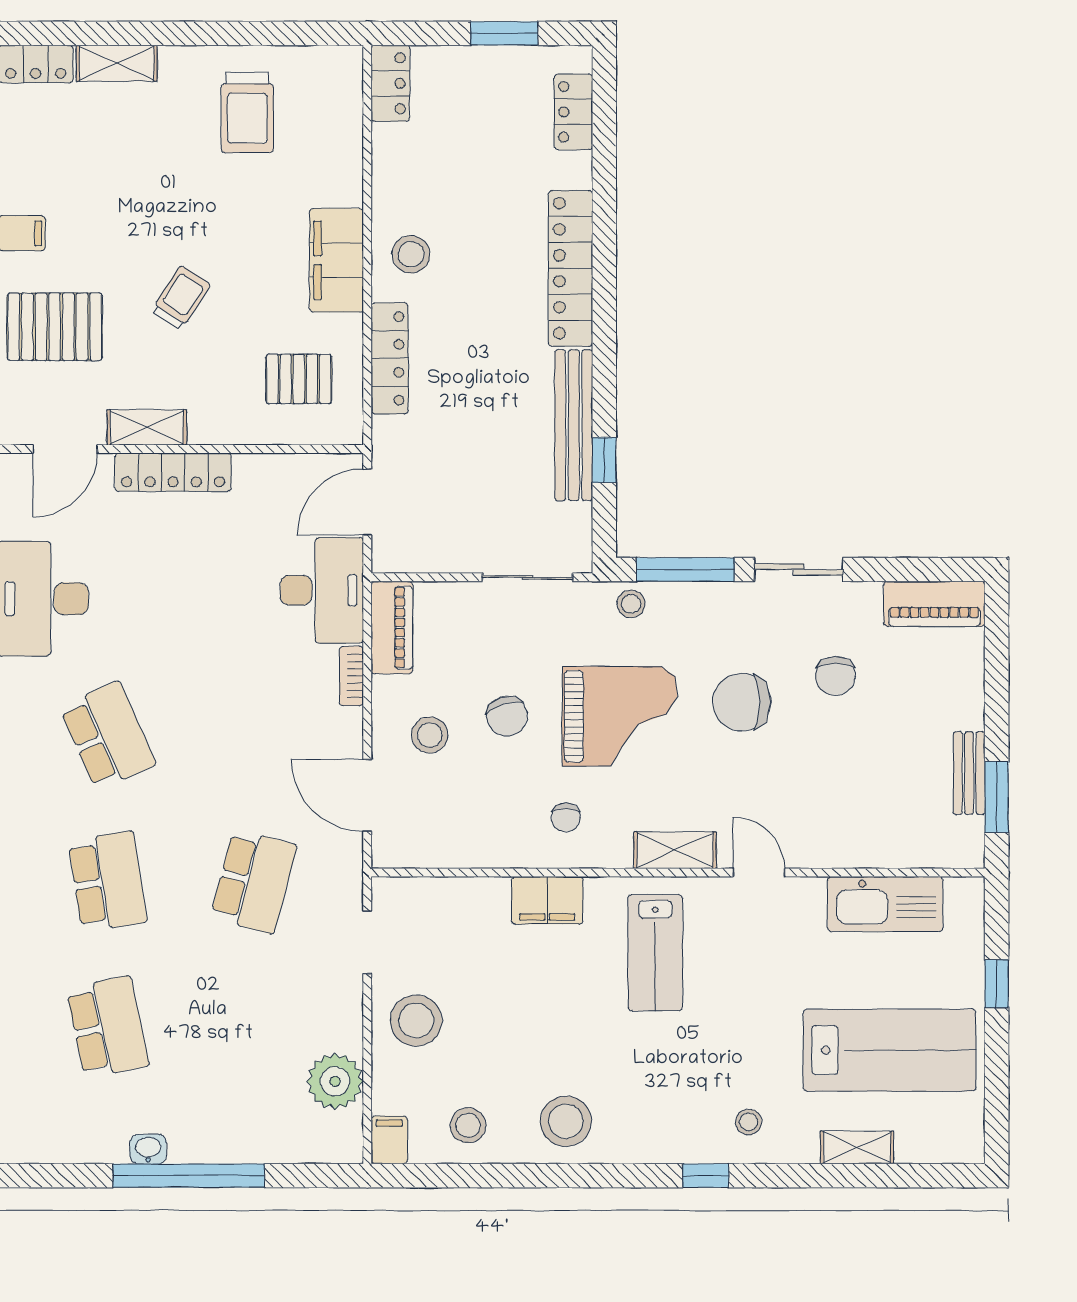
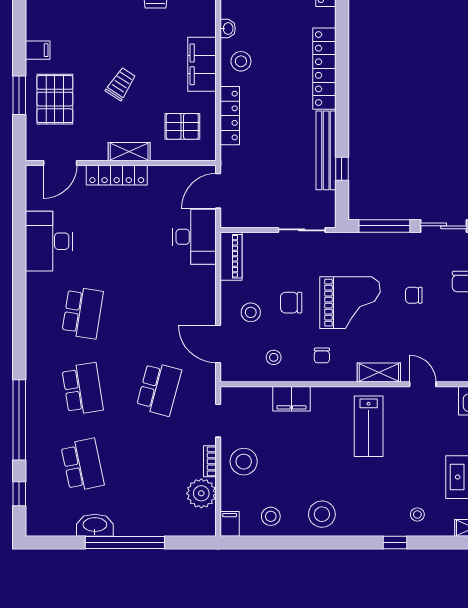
washbasin: (386, 192) -> (228, 29), added
pallet: (55, 327) -> (55, 99), turned 90
shelving: (147, 427) -> (129, 152), moved
stool: (631, 604) -> (274, 357), moved
bookcase: (351, 676) -> (210, 461), moved
chair: (742, 702) -> (414, 295), width x0.54, depth x0.54
chair: (507, 716) -> (291, 303), turned 108
school desk: (108, 736) -> (83, 313), turned 33
filing cabinet: (547, 900) -> (291, 399), moved
washbasin: (148, 1149) -> (95, 525), width x1.91, depth x1.45

